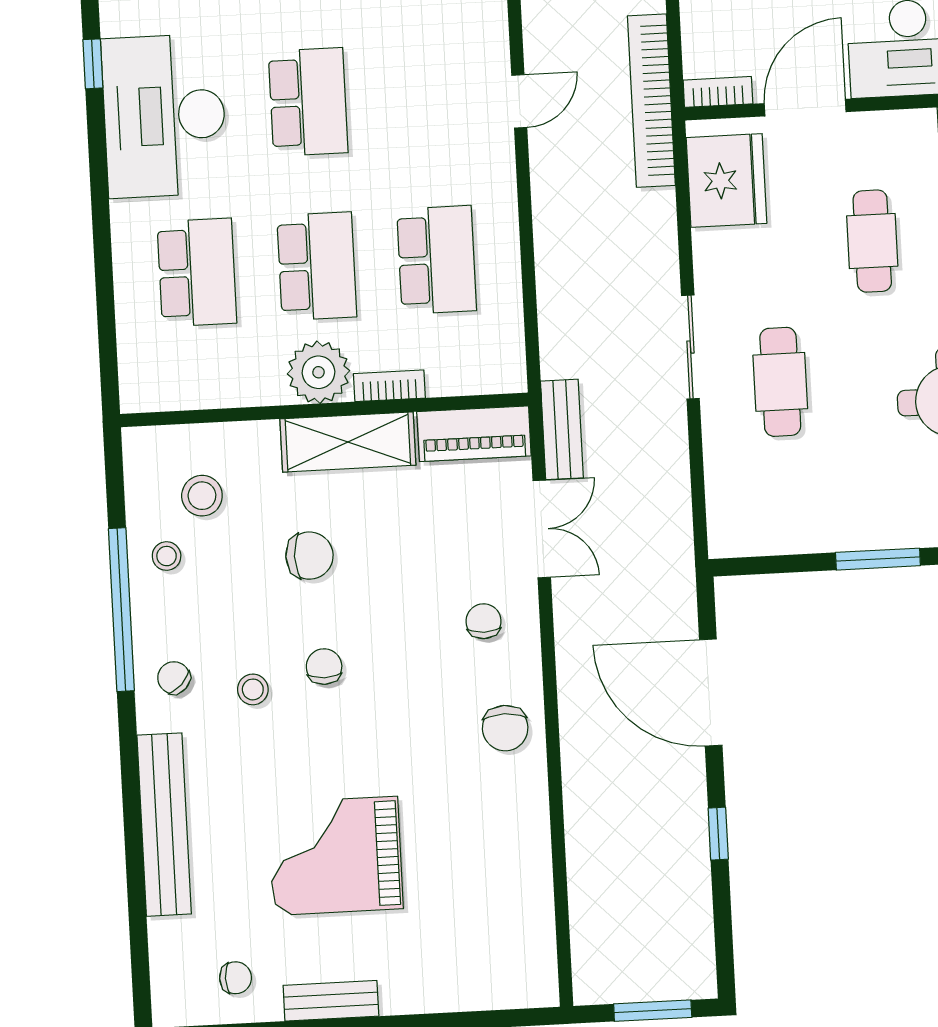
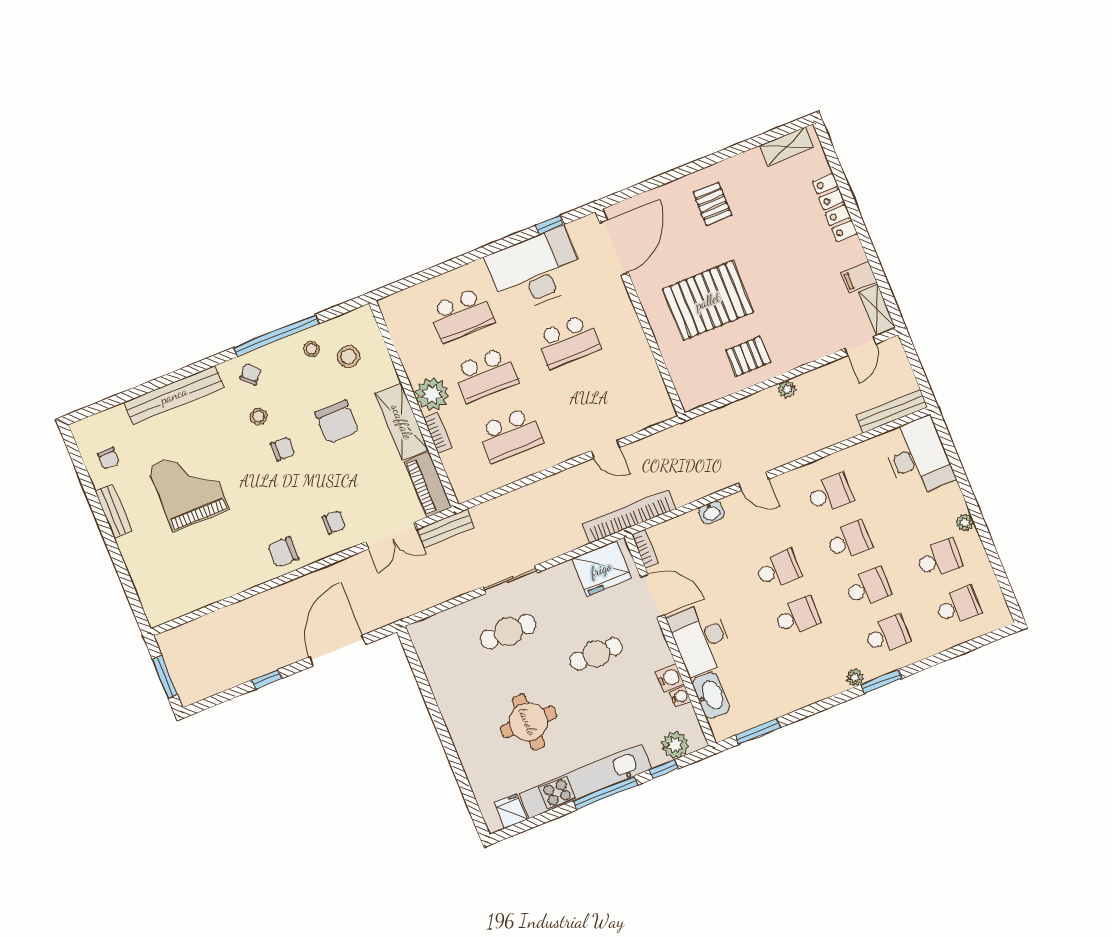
chair: (309, 556) -> (337, 422), width x1.37, depth x1.37
window: (878, 559) -> (435, 713), removed

